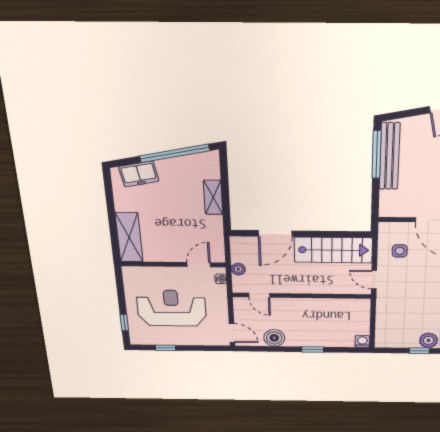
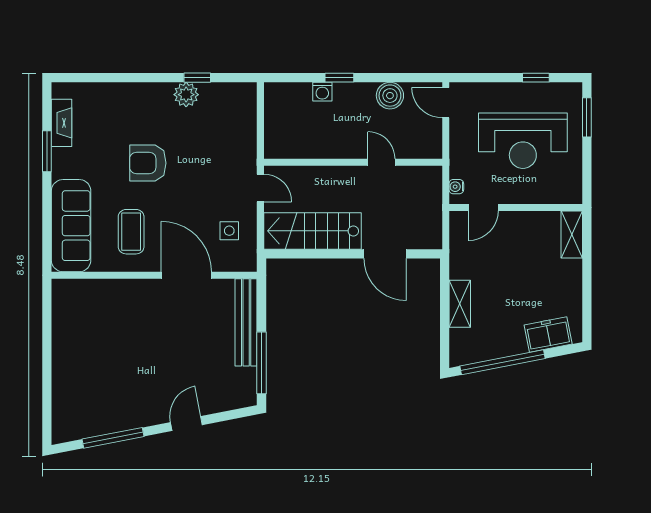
bench: (390, 156) -> (246, 322), moved
door: (275, 234) -> (385, 254), swing flipped
shelving: (129, 237) -> (572, 235), width x0.67, depth x0.75
plant: (238, 269) -> (433, 201), removed
door: (259, 295) -> (381, 162), moved
window: (124, 323) -> (587, 117), width x1.50
washing machine: (362, 341) -> (322, 92), moved

